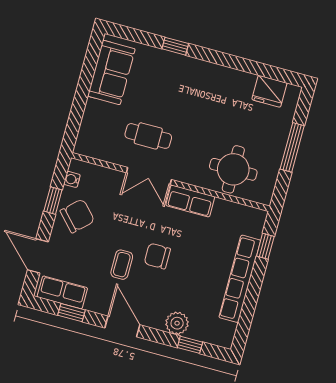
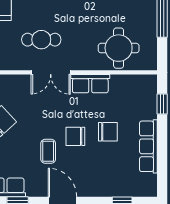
chair: (195, 261) -> (108, 132), added
row of seats: (240, 279) -> (148, 146), width x0.73
plant: (177, 323) -> (107, 187), removed

